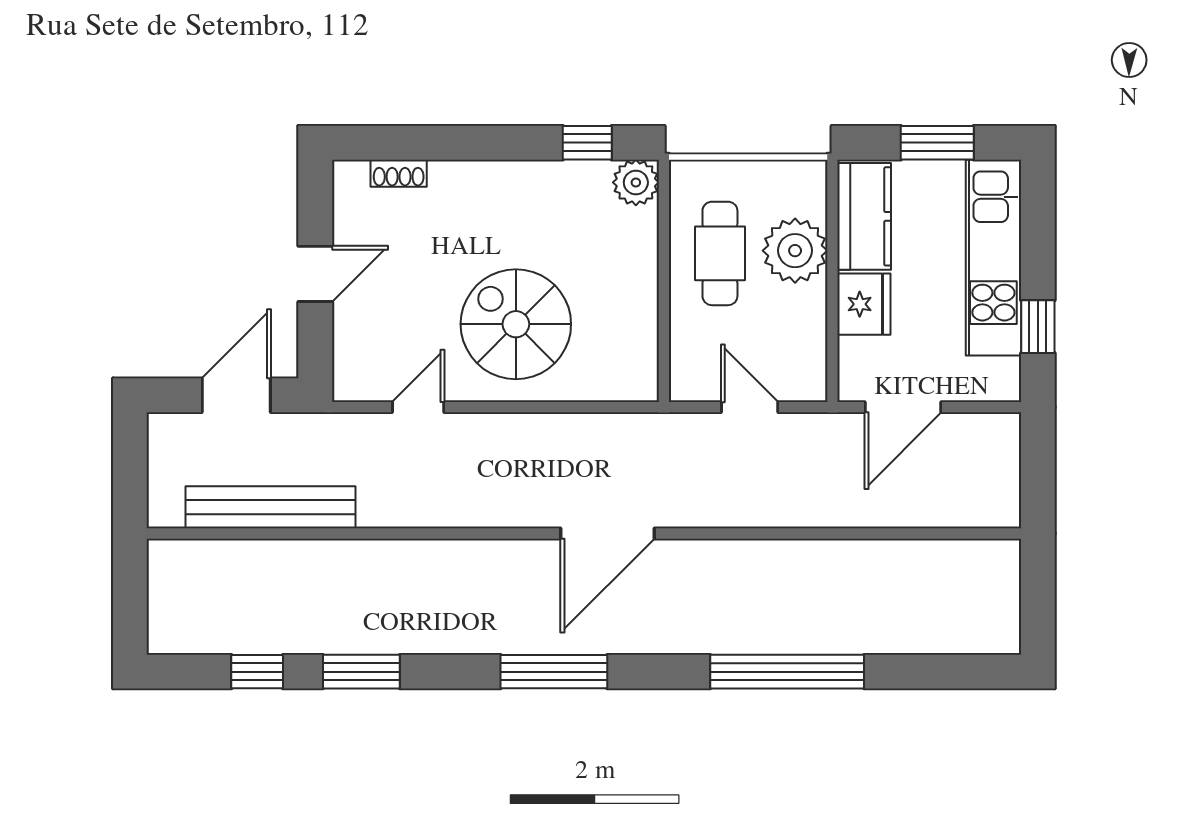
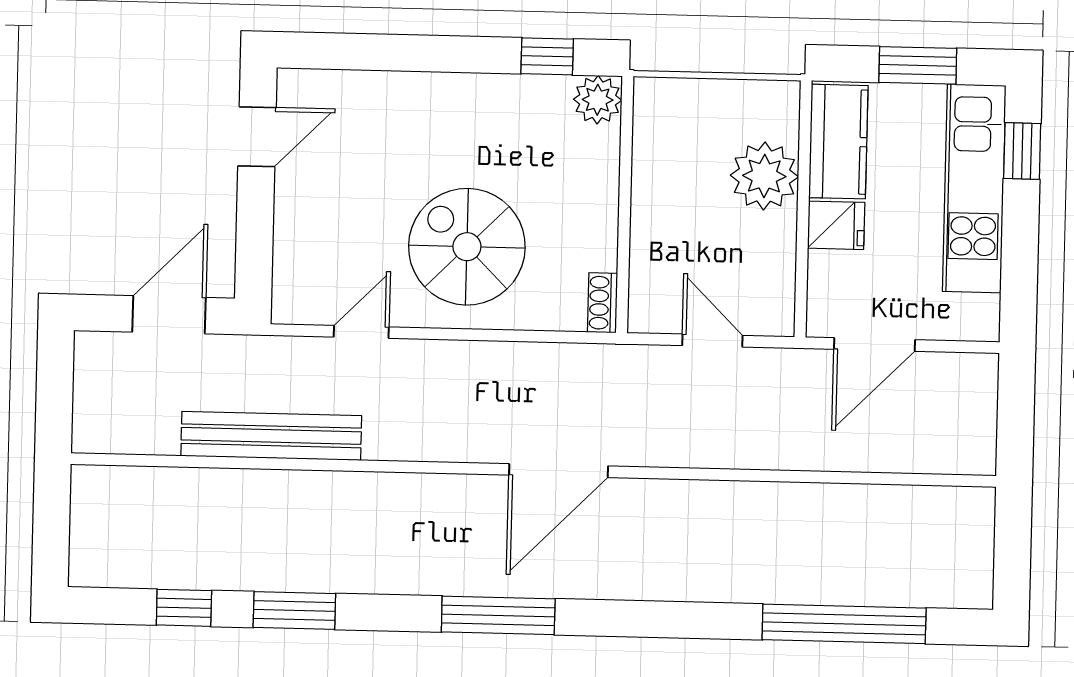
shoe rack: (399, 173) -> (603, 303), moved, turned 90
cafe table: (720, 253) -> (685, 177), removed
door: (315, 274) -> (257, 137), moved
fridge: (864, 304) -> (836, 225), width x0.72
window: (1038, 327) -> (1022, 151), moved
bench: (271, 507) -> (271, 436), moved
window: (787, 672) -> (844, 624), moved

